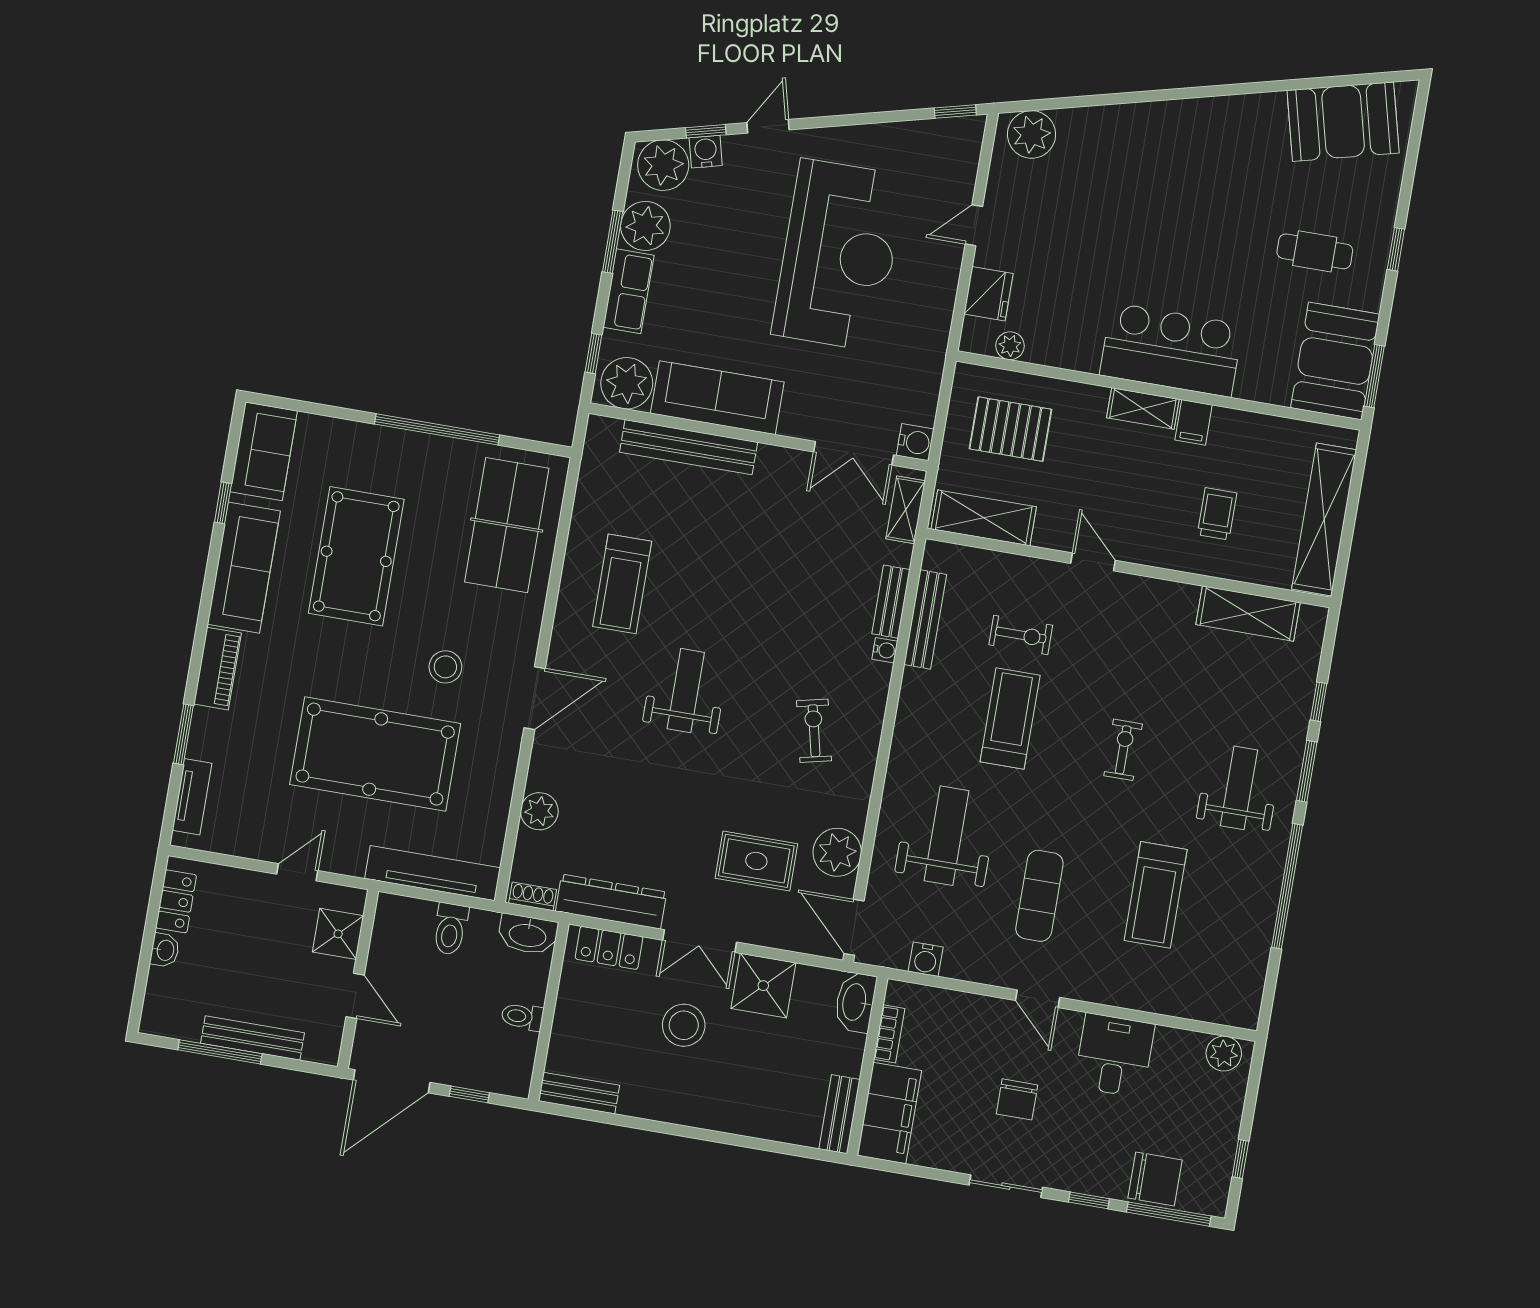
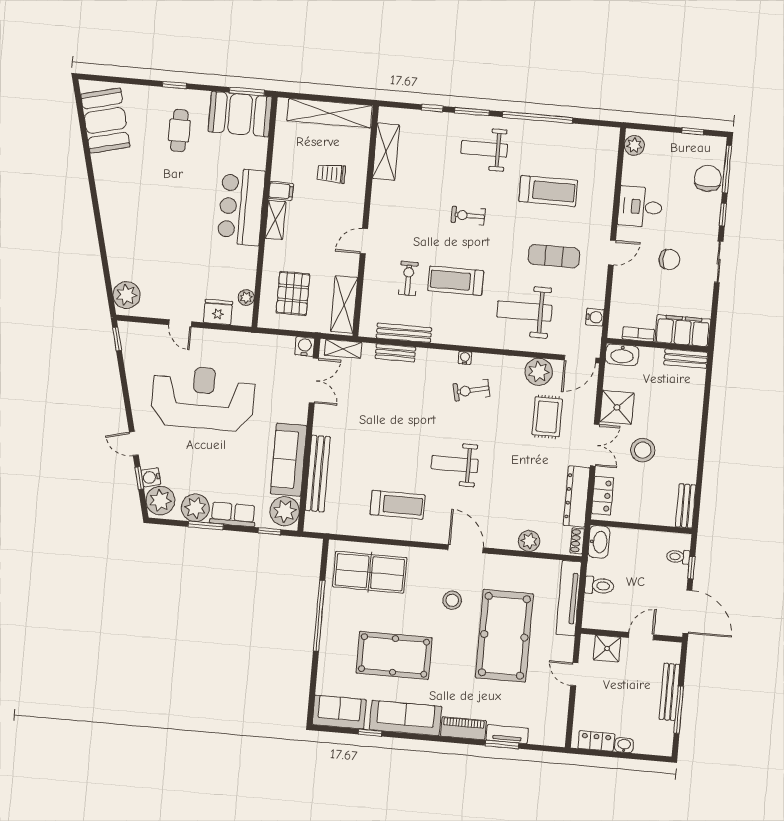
water cooler: (885, 650) -> (465, 358), moved
tv unit: (192, 797) -> (507, 734), moved
toilet: (522, 1017) -> (678, 557), moved, turned 90

